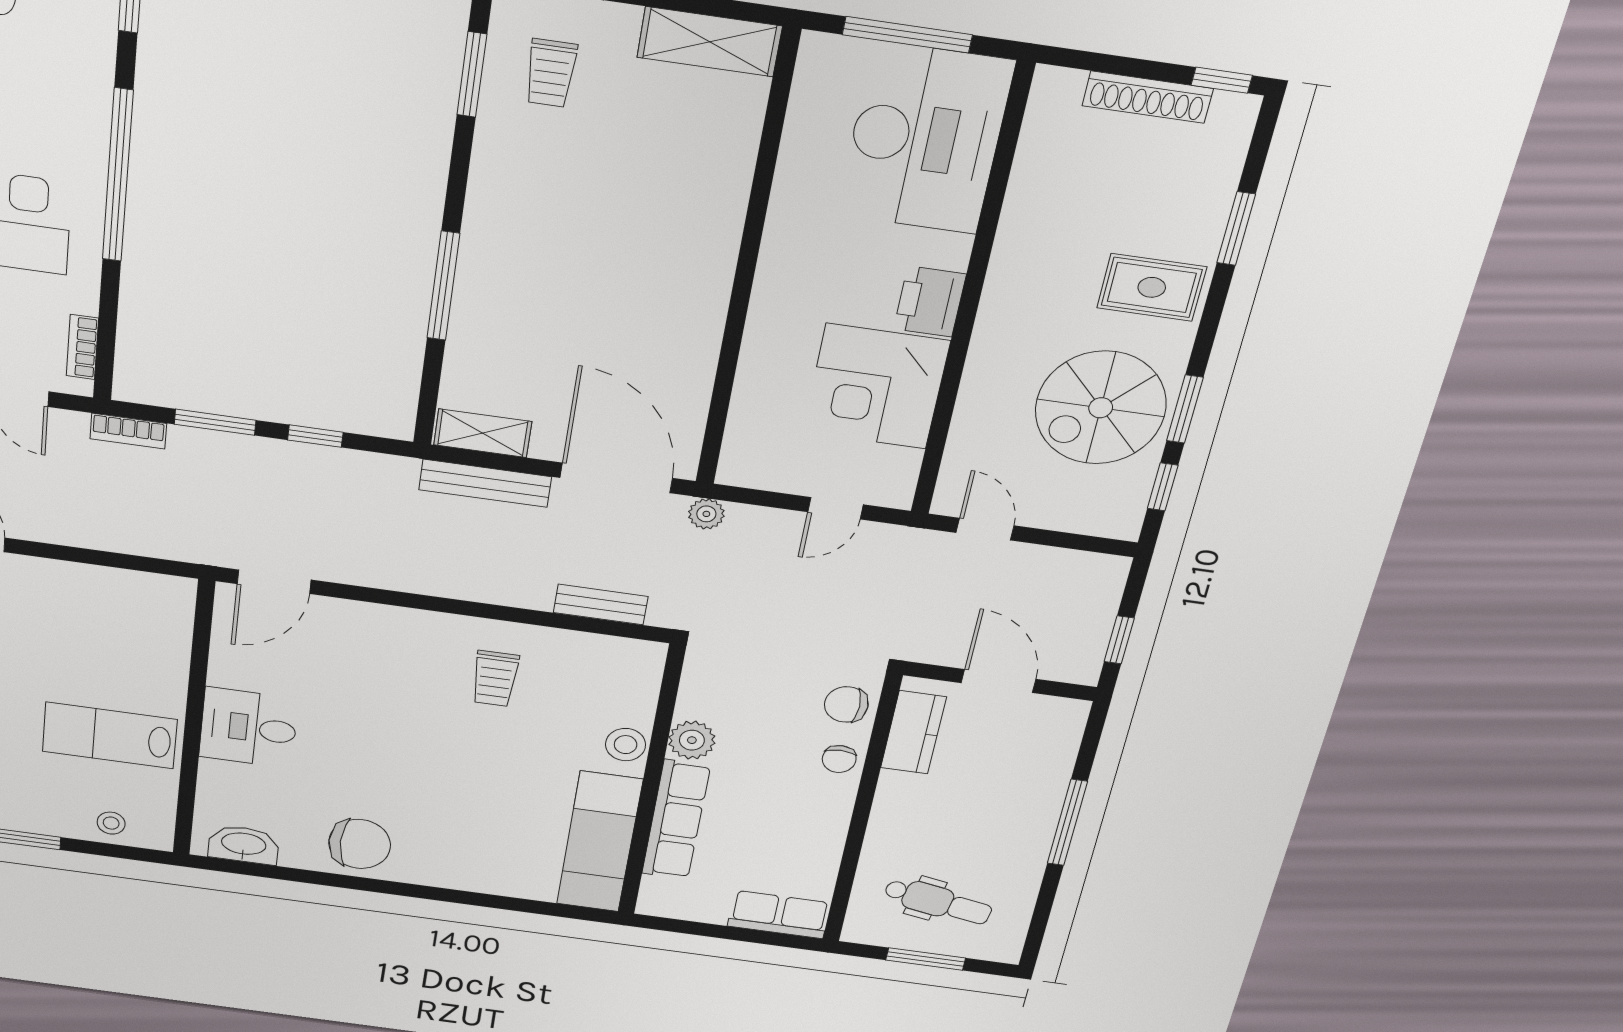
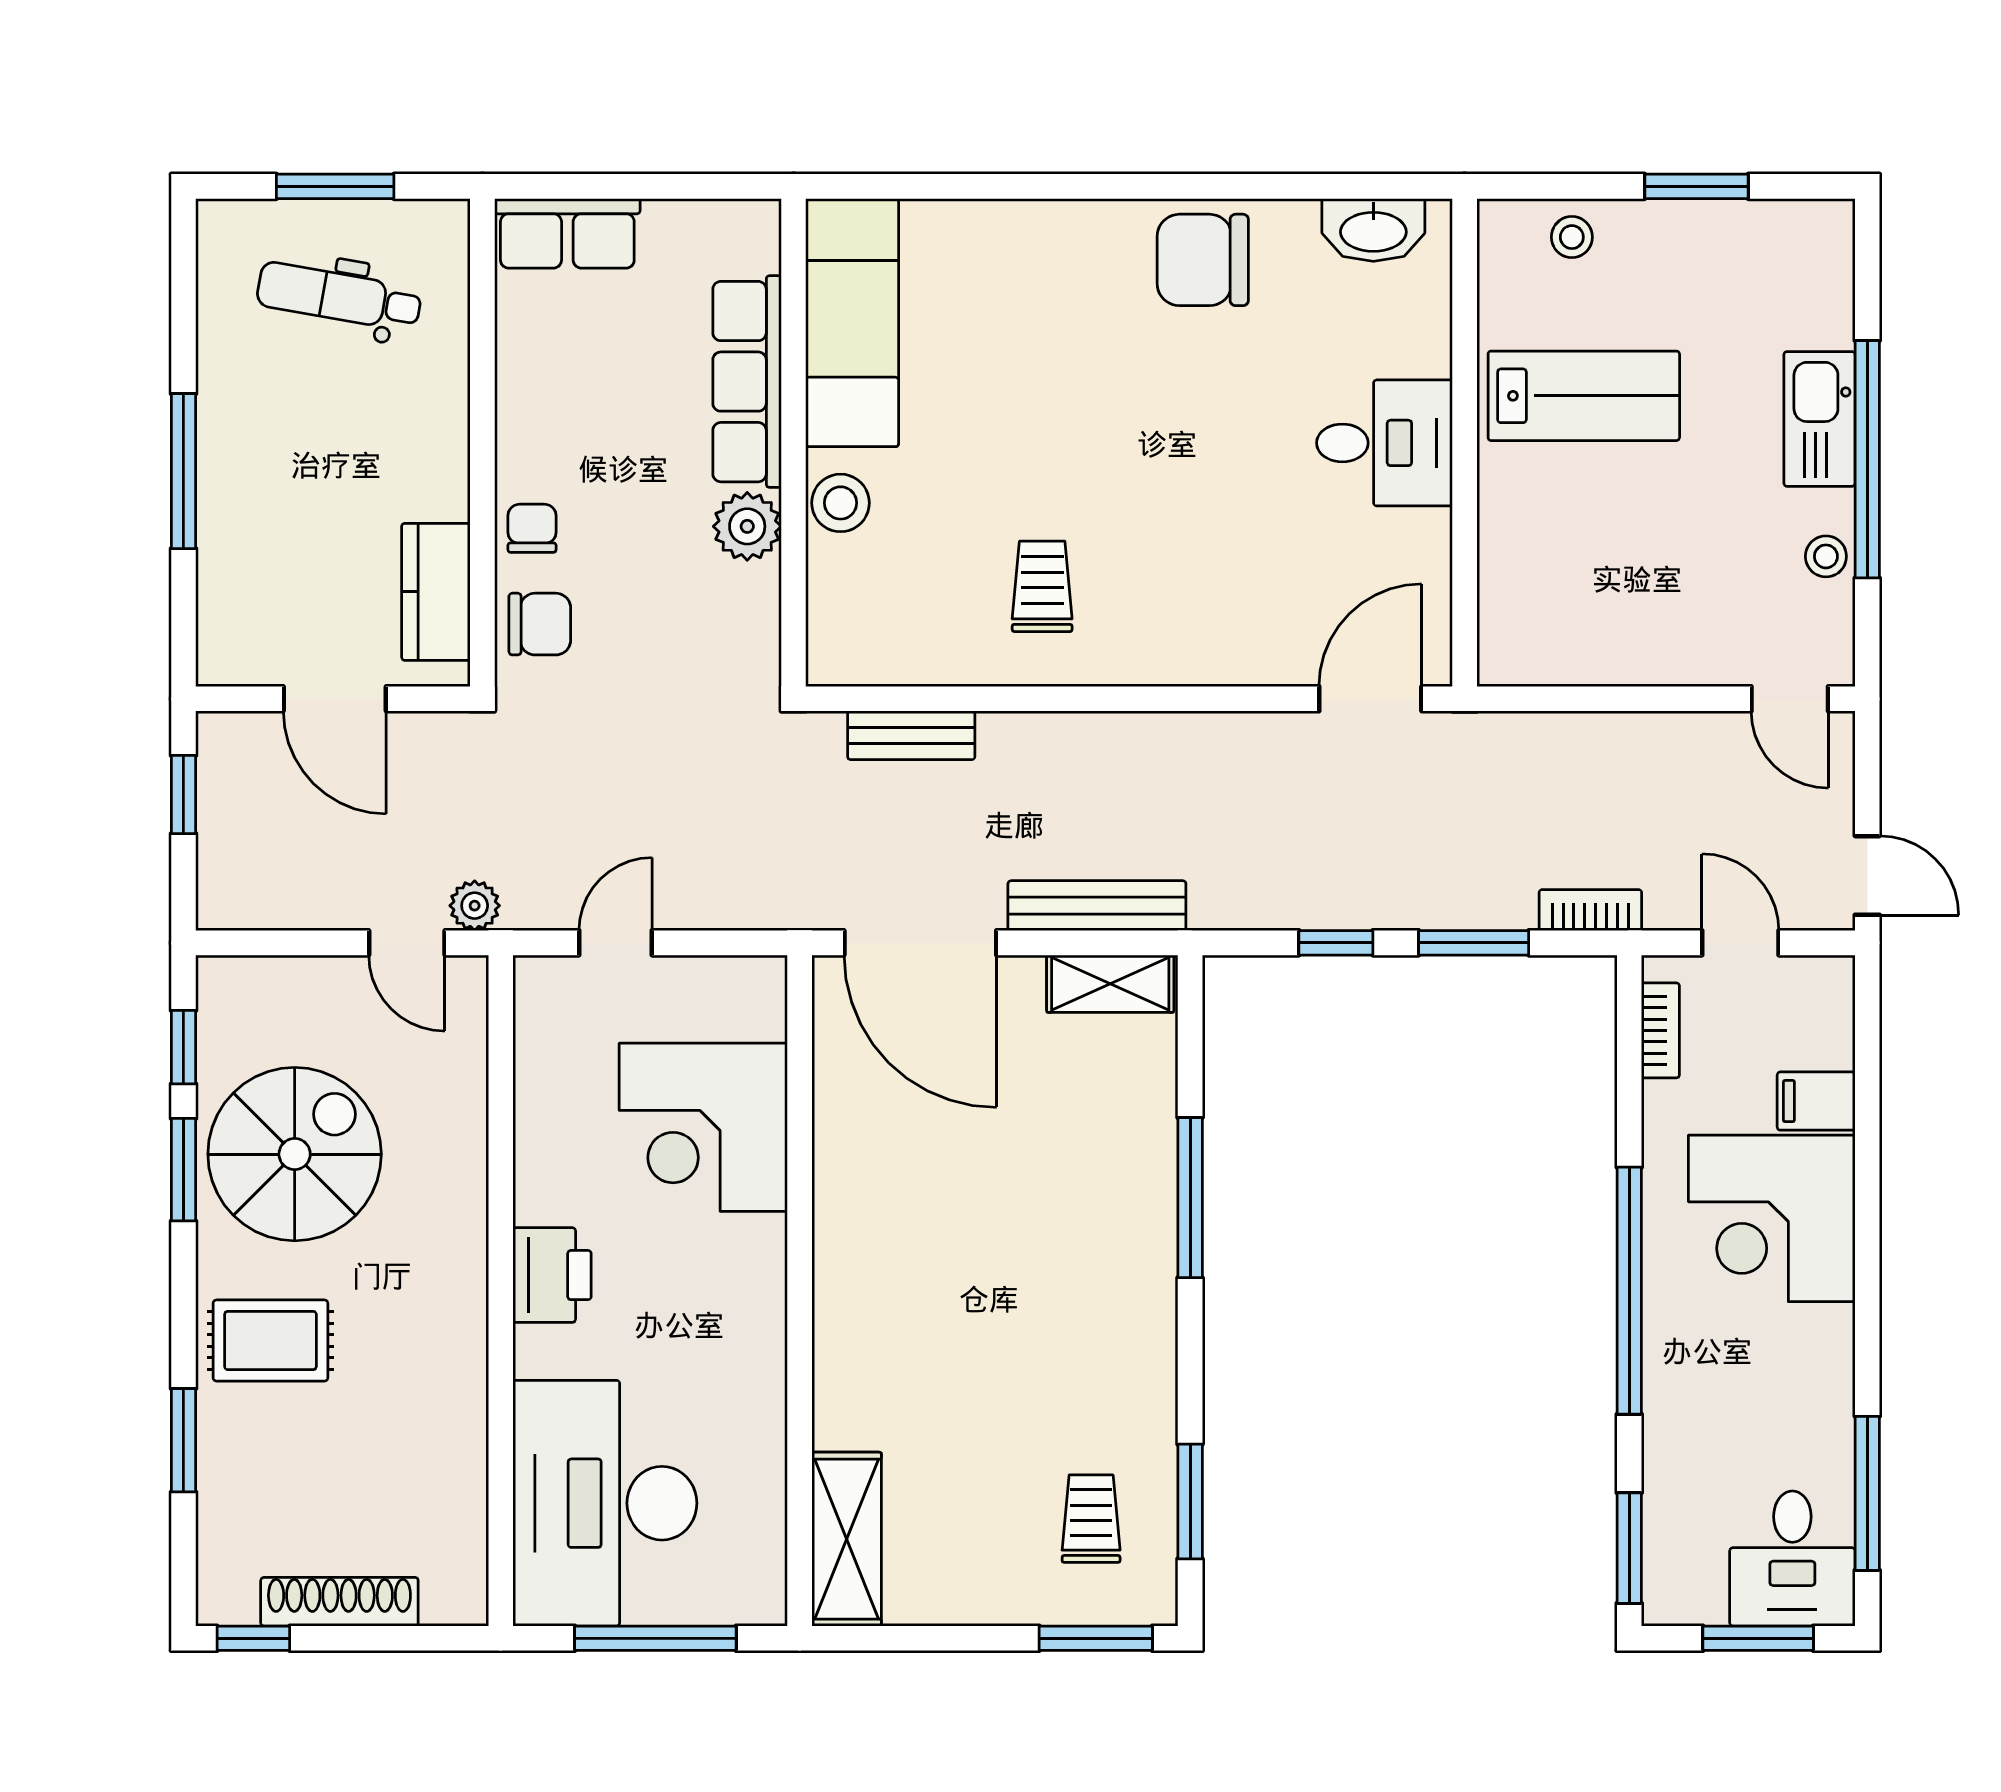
shelving: (710, 42) -> (847, 1539), moved, turned 90
corner desk: (876, 387) -> (703, 1127), moved, turned 180
plant: (706, 514) -> (475, 906), moved

